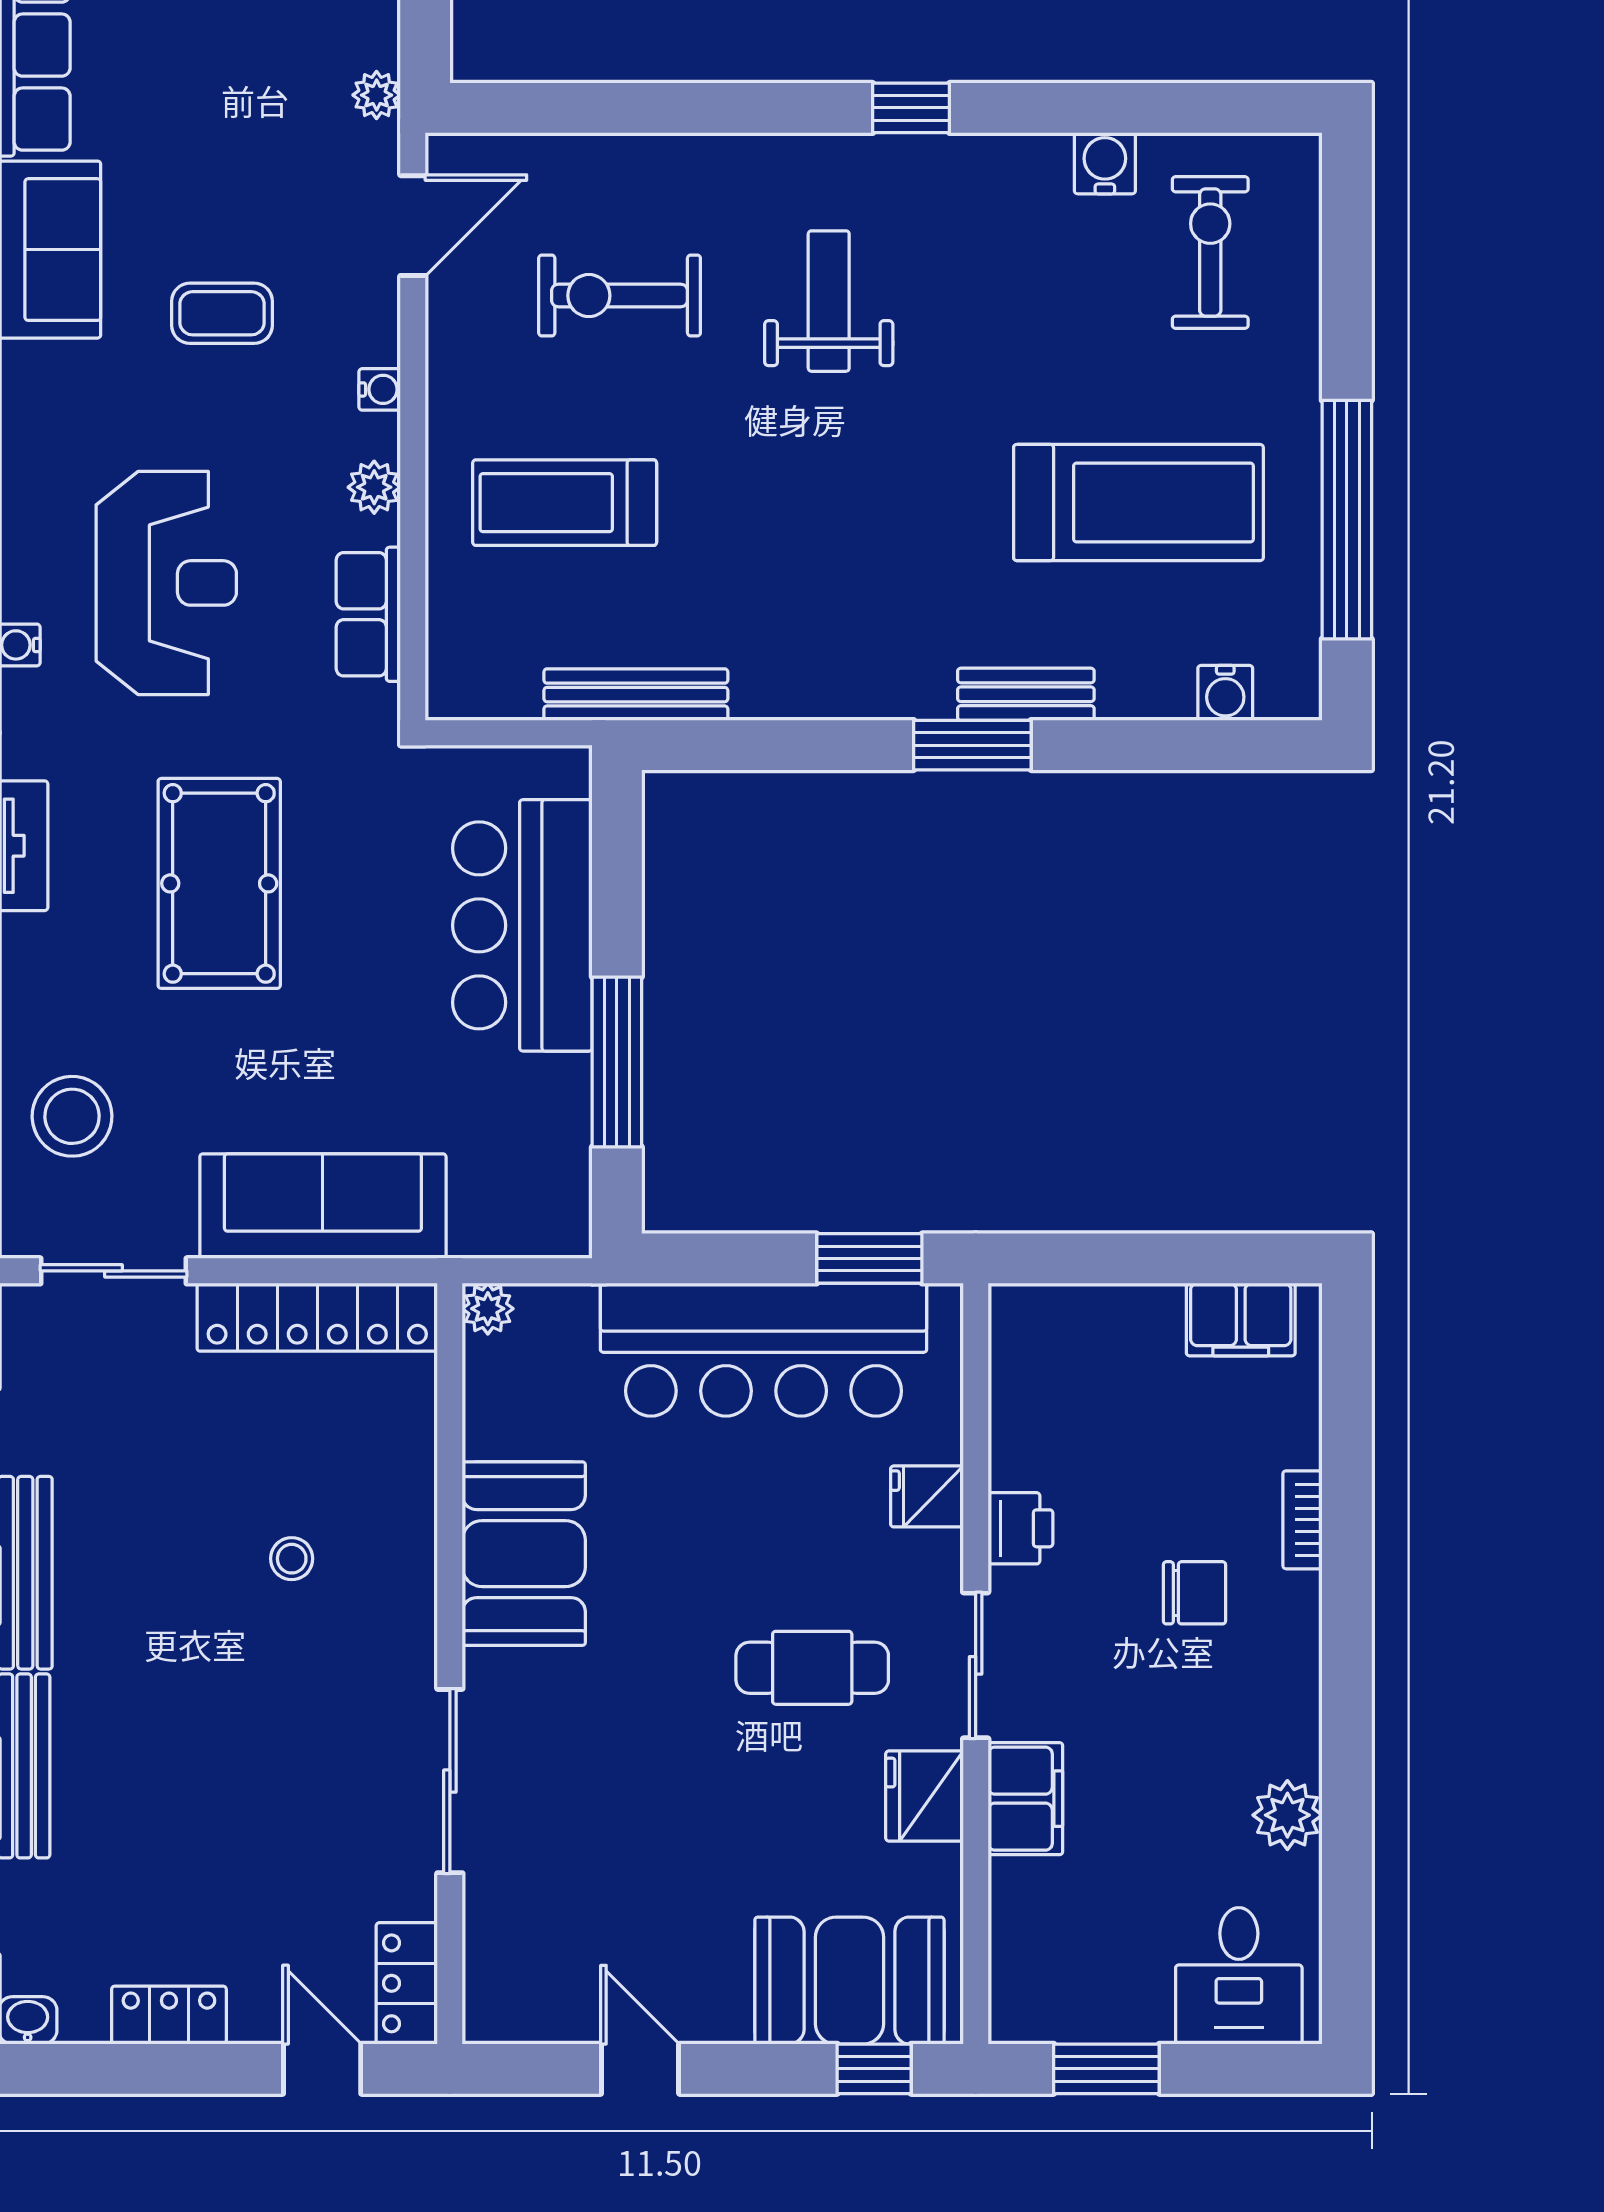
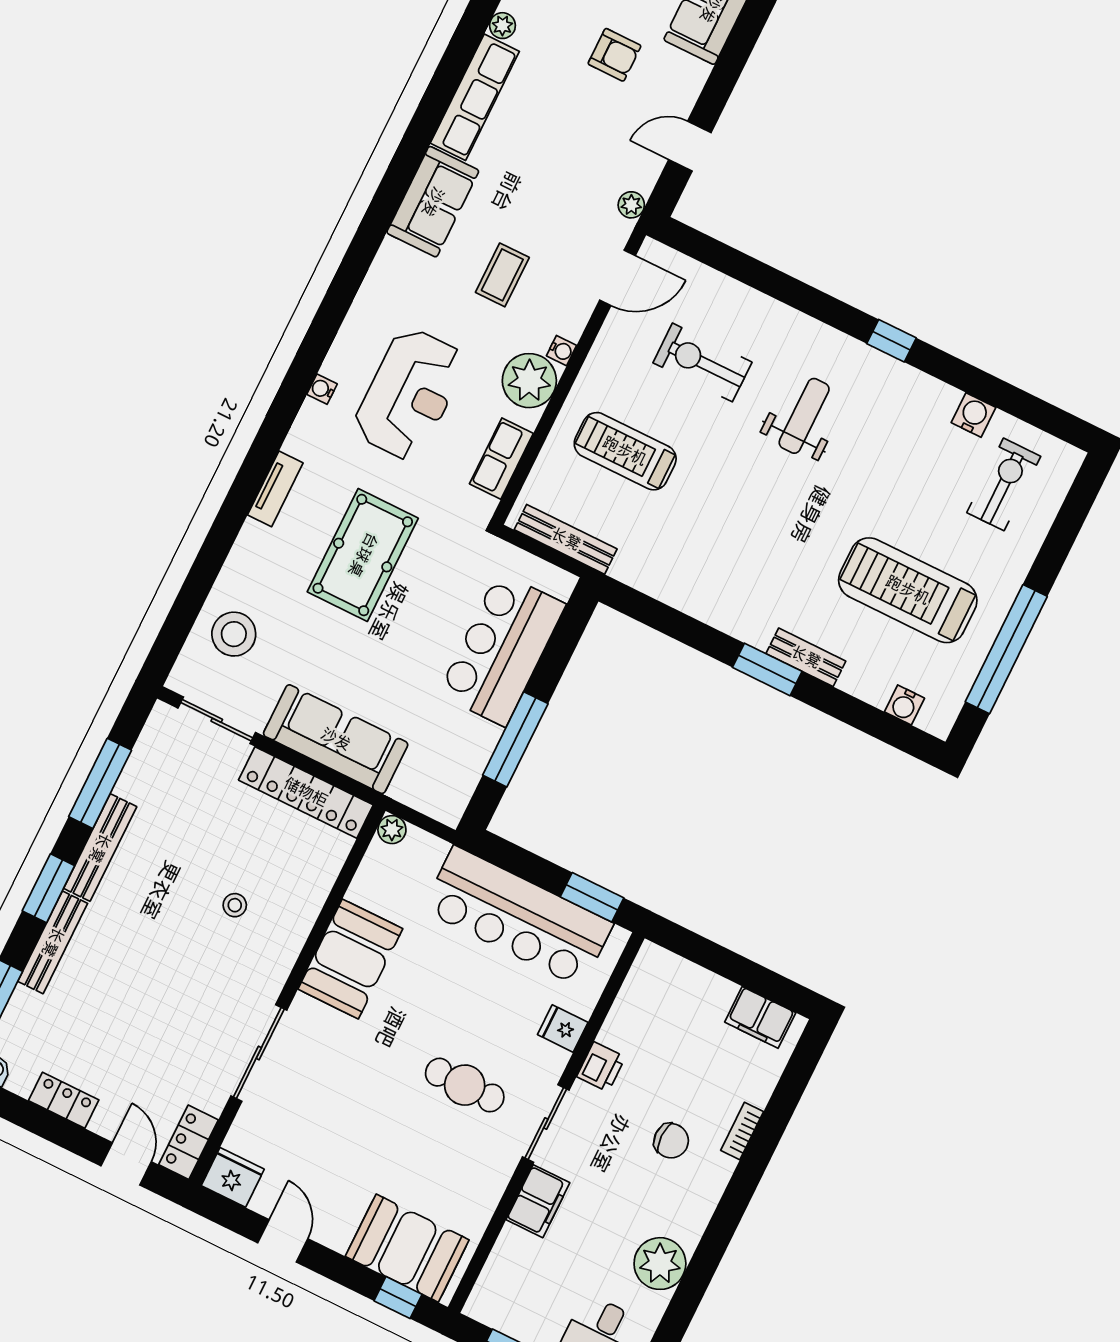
coffee table: (222, 313) -> (502, 275), turned 90
plant: (374, 487) -> (529, 381), width x1.88, depth x1.88
treadmill: (1138, 503) -> (908, 590), turned 180
bench: (636, 695) -> (566, 539), moved
fridge: (924, 1796) -> (233, 1177), moved, turned 90
plant: (1287, 1815) -> (660, 1264), width x1.36, depth x1.36

